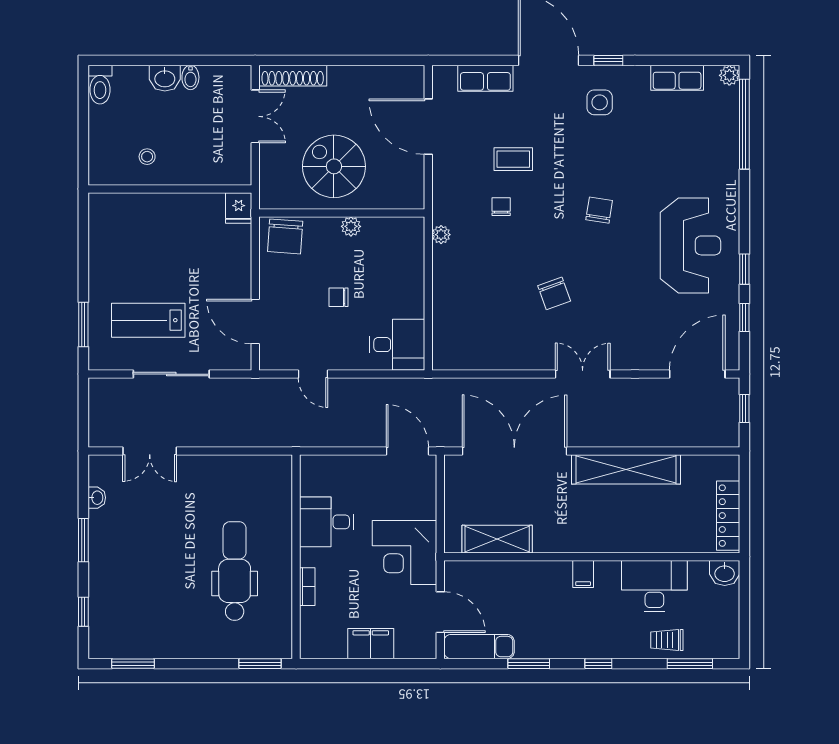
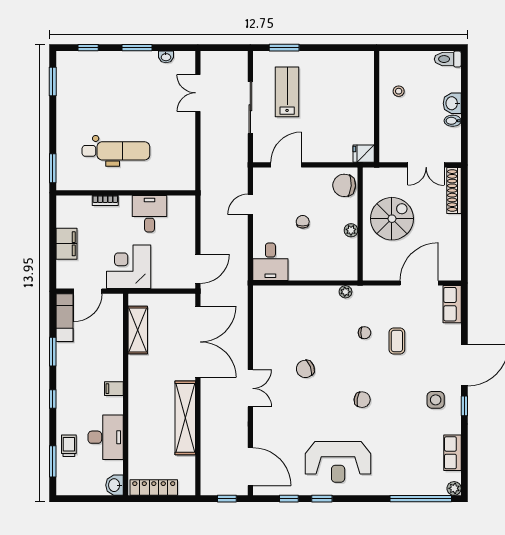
row of seats: (485, 78) -> (452, 304), moved

